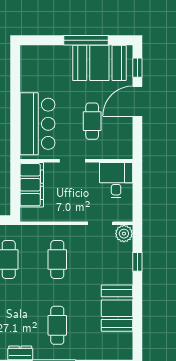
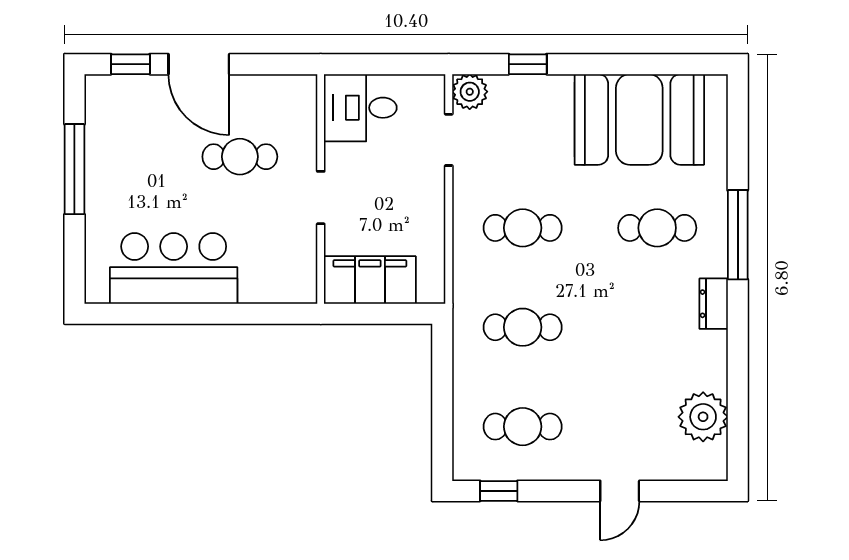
booth: (99, 63) -> (121, 142), removed
bar counter: (37, 124) -> (174, 268), moved
booth: (117, 308) -> (639, 119), width x1.36, depth x1.42

